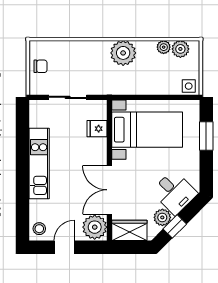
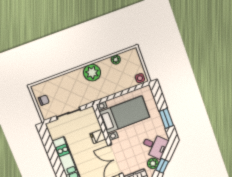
plant: (180, 49) -> (126, 57), removed
fridge: (97, 129) -> (98, 136), moved
window: (206, 136) -> (166, 118), moved

